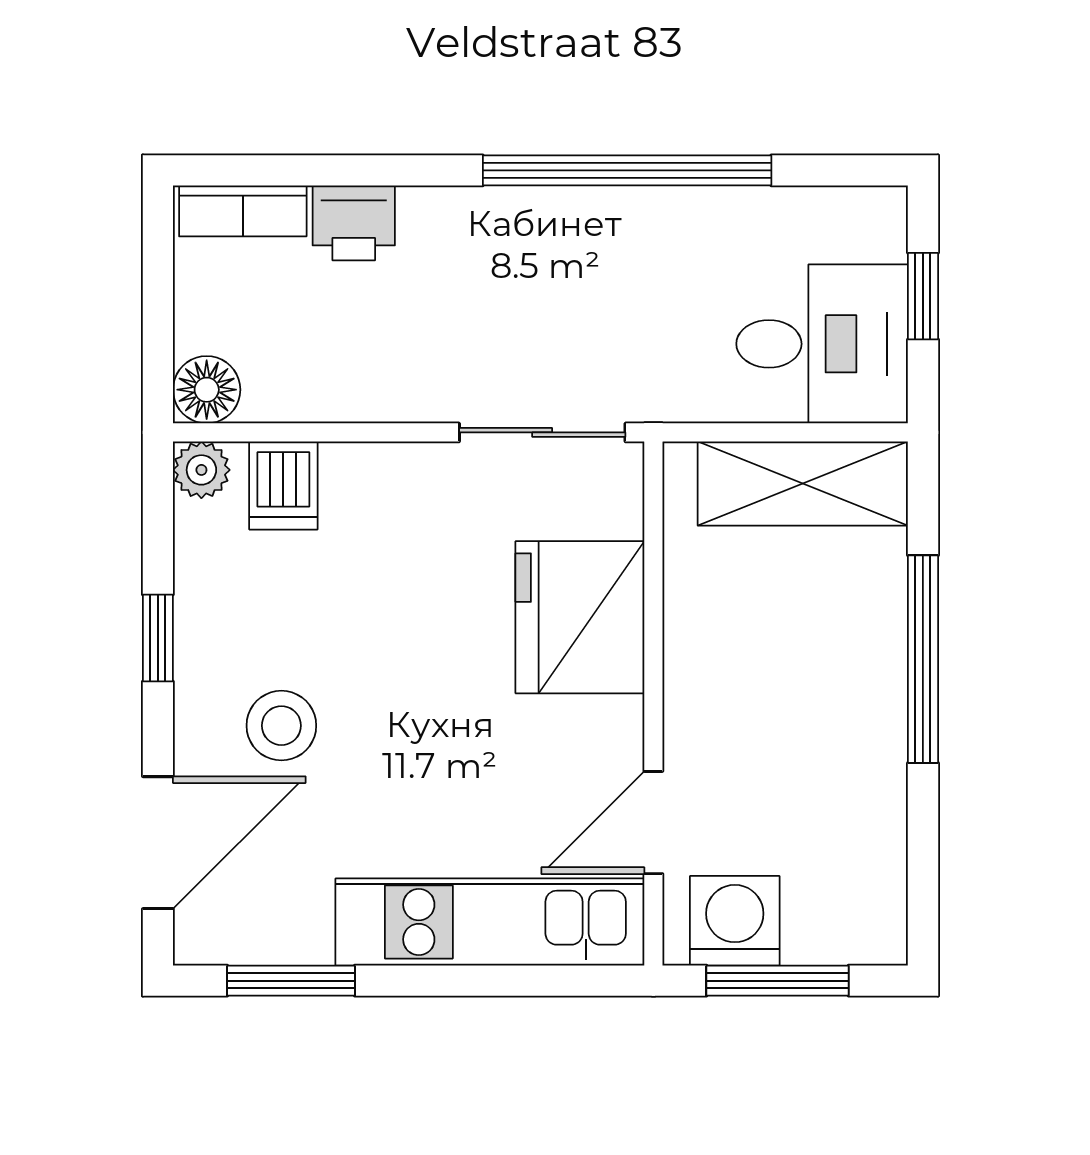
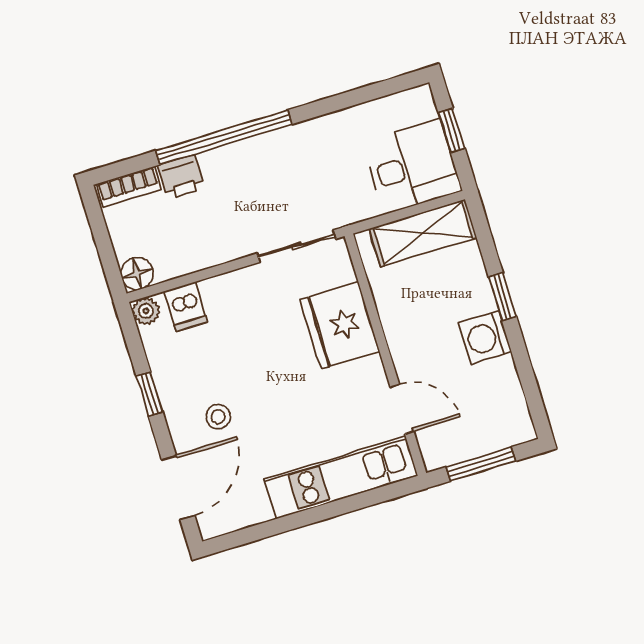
window: (627, 170) -> (224, 137), moved
window: (923, 659) -> (502, 297), width x0.46
stool: (281, 726) -> (218, 417), width x0.73, depth x0.73
door: (653, 823) -> (402, 409), swing flipped
washing machine: (735, 921) -> (485, 338), moved, turned -90
window: (291, 981) -> (258, 532), removed

